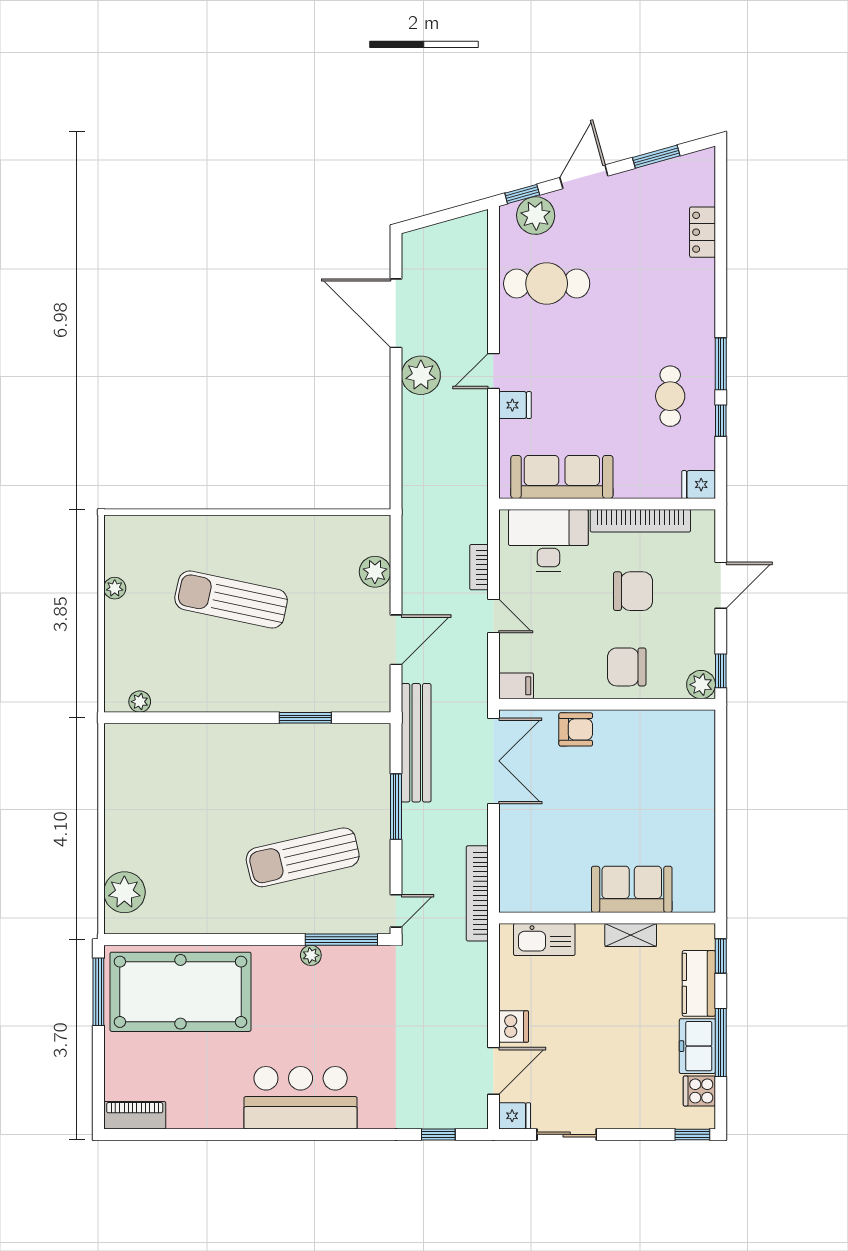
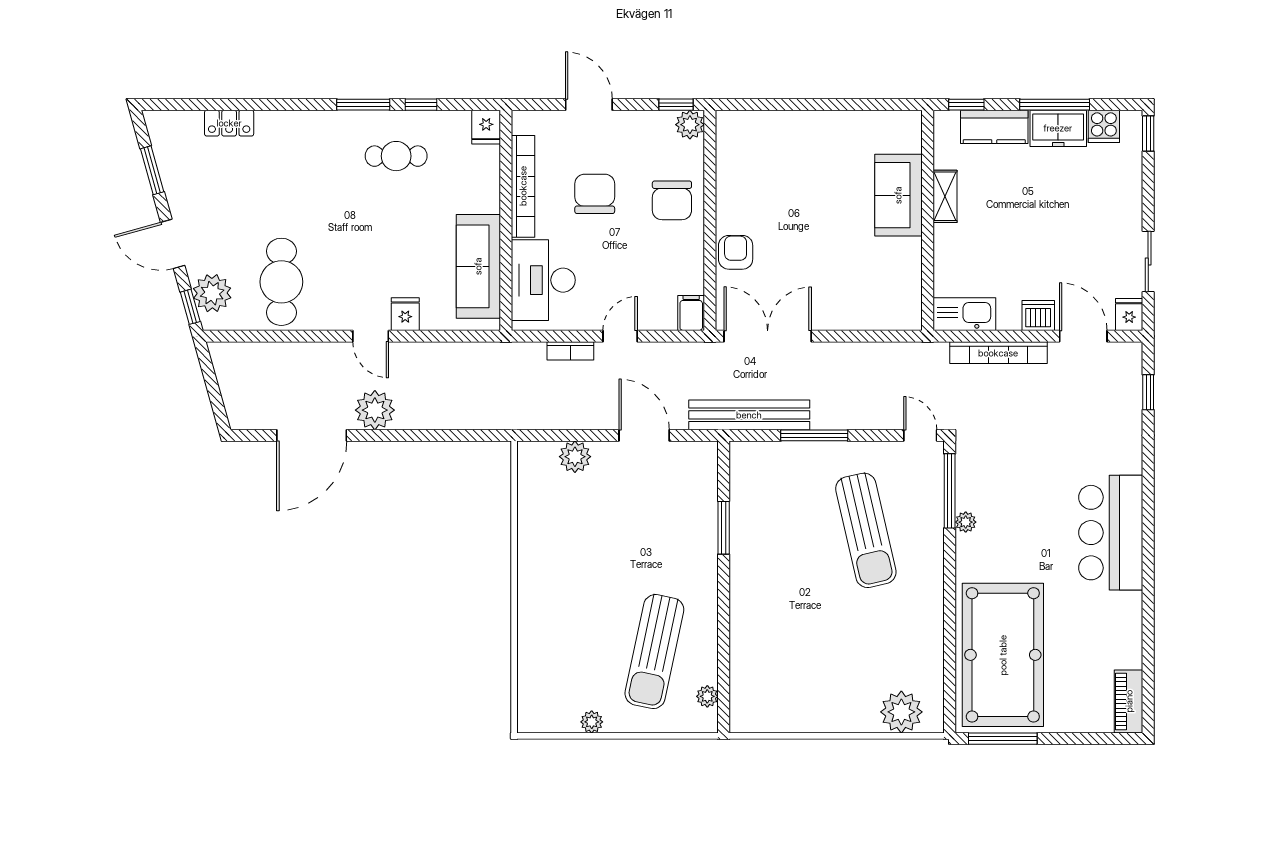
sun lounger: (231, 599) -> (654, 652), moved
bookcase: (477, 893) -> (998, 353), moved
kitchen sink: (544, 940) -> (964, 314), moved, turned -90

